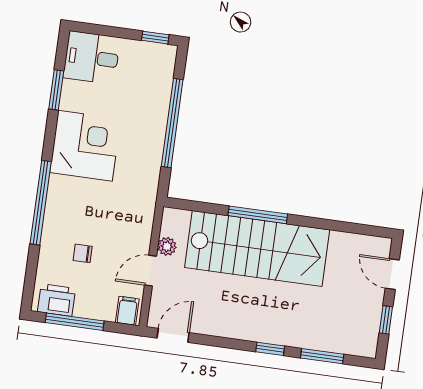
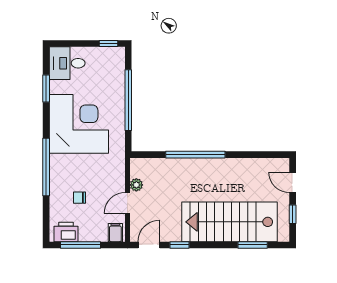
corner desk: (85, 146) -> (79, 124), width x1.36, depth x1.36
window: (258, 215) -> (195, 155), width x1.46
stairs: (257, 249) -> (229, 222), moved, turned 180
window: (270, 349) -> (179, 245), moved

